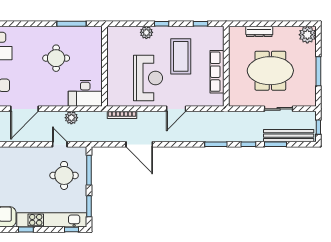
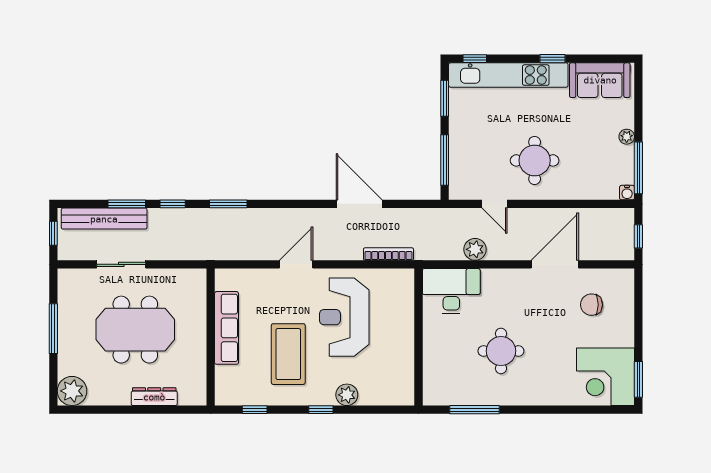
round table: (64, 175) -> (535, 160), moved

